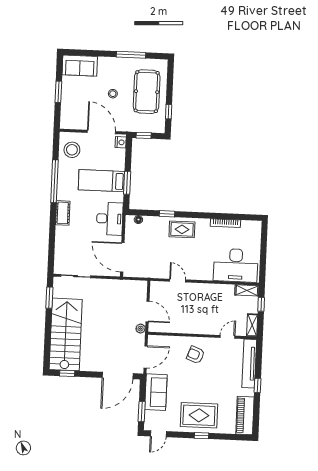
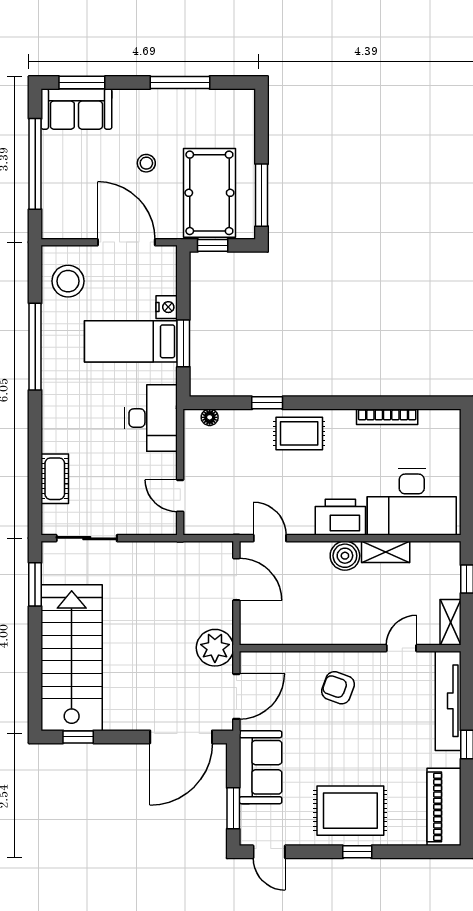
window: (83, 53) -> (82, 83), added
window: (58, 92) -> (35, 164), width x2.11
pool table: (147, 92) -> (209, 193), moved
window: (169, 112) -> (262, 195), width x2.17
nightstand: (121, 142) -> (167, 307), moved
cot: (63, 213) -> (55, 479), moved
door: (122, 257) -> (180, 496), width x0.53
printer: (200, 271) -> (340, 517), added
door: (178, 281) -> (270, 538), moved
boiler: (202, 290) -> (345, 556), added
shelving: (247, 290) -> (386, 552), moved
door: (148, 312) -> (236, 579), moved
plant: (141, 329) -> (215, 648), width x1.87, depth x1.87
door: (158, 434) -> (269, 852), hinge flipped

